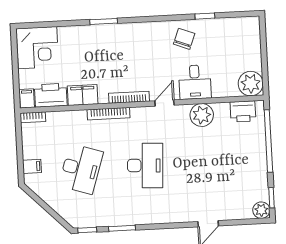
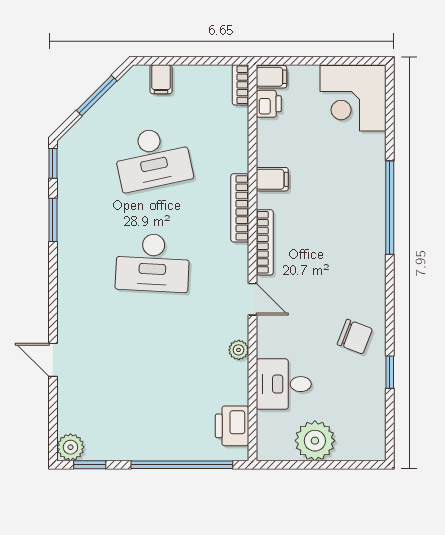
window: (104, 21) -> (390, 208), width x2.11
desk: (195, 82) -> (284, 384), moved
plant: (251, 84) -> (315, 441), moved
printer: (51, 95) -> (269, 104), width x0.53, depth x0.68
filing cabinet: (83, 95) -> (272, 179), width x0.50
plant: (202, 115) -> (239, 350), width x0.53, depth x0.53
desk: (81, 169) -> (153, 158), turned -30
window: (44, 205) -> (97, 96), added

